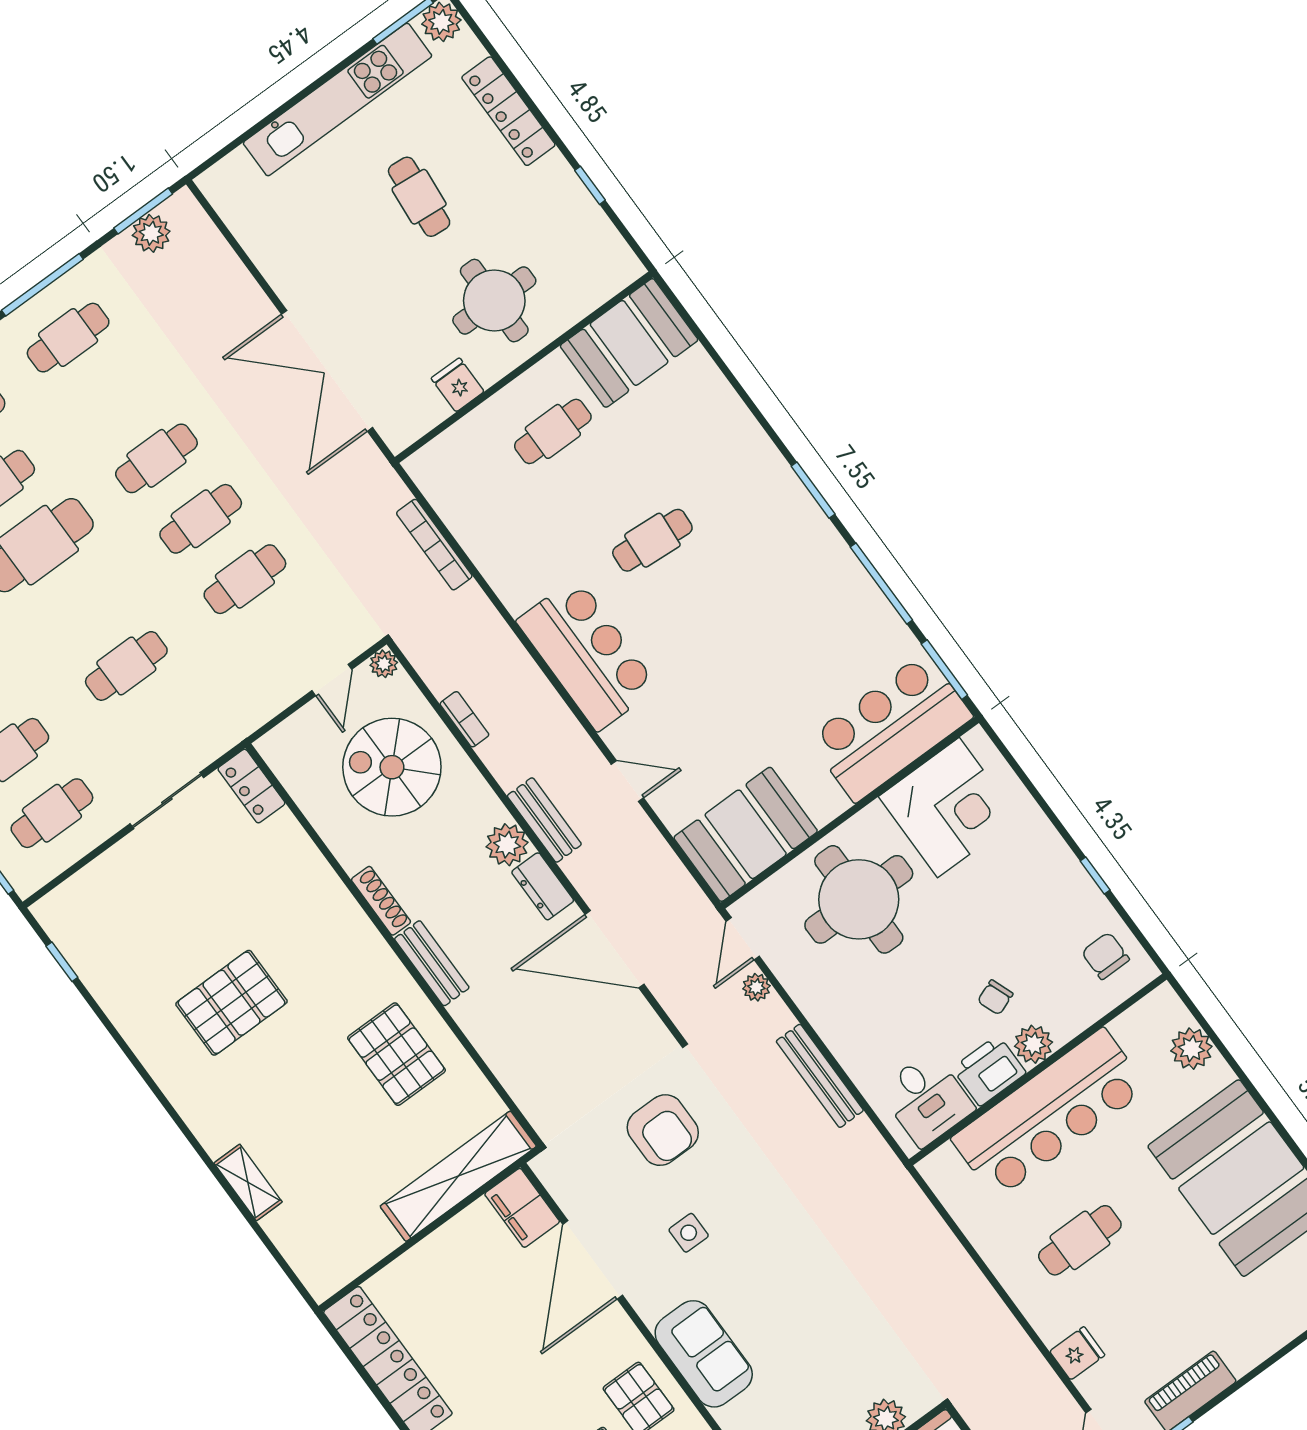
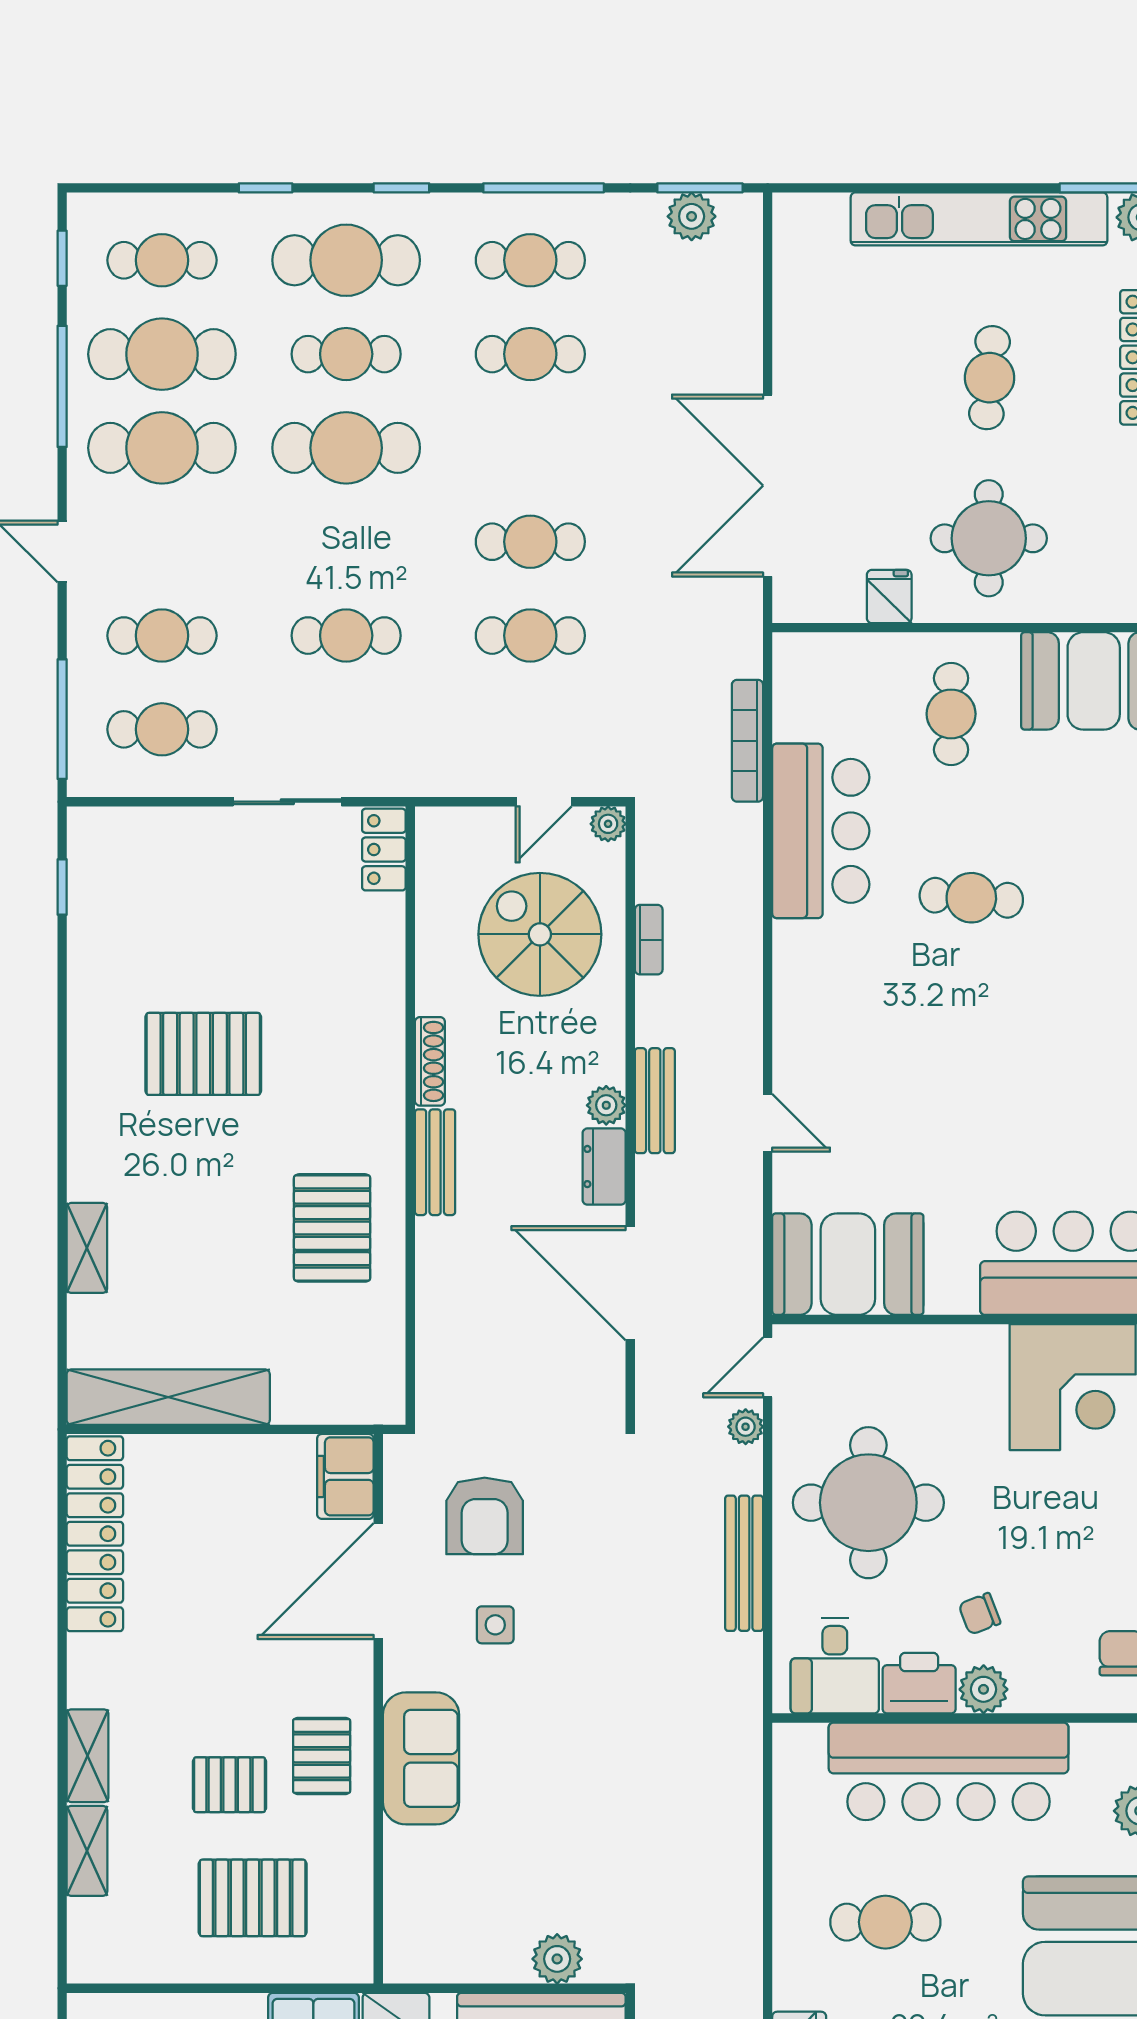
cafe table: (553, 431) -> (951, 714), turned 90
cafe table: (156, 458) -> (530, 354), moved
bar counter: (587, 654) -> (821, 831), moved
plant: (507, 845) -> (606, 1105), width x0.73, depth x0.73
round table: (859, 899) -> (868, 1503), moved
armchair: (663, 1130) -> (485, 1516), moved
shelving: (458, 1176) -> (168, 1397), moved

